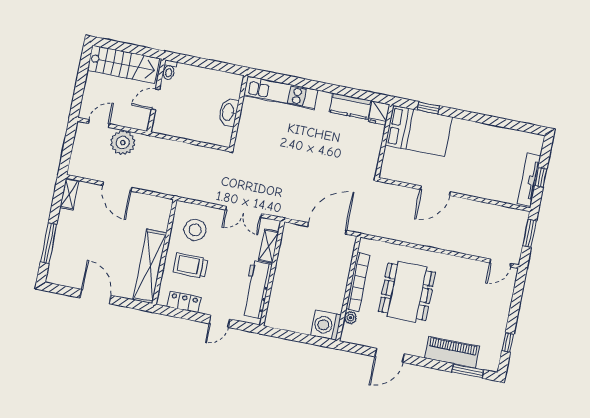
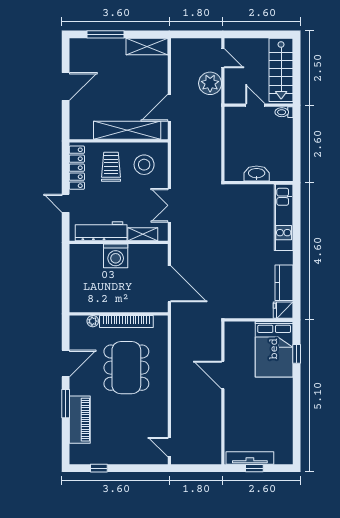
door: (117, 186) -> (169, 108), moved
shelving: (69, 194) -> (147, 46), width x1.50, depth x1.33
window: (530, 233) -> (201, 468), removed
shelving: (150, 266) -> (127, 130), moved
dining table: (407, 292) -> (126, 368), turned 90
locker: (184, 302) -> (77, 168), width x1.53
washing machine: (326, 325) -> (116, 256), moved, turned 180
door: (390, 355) -> (66, 363), swing flipped
window: (468, 371) -> (66, 404), moved

